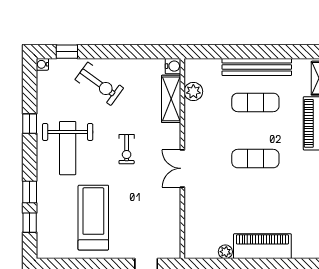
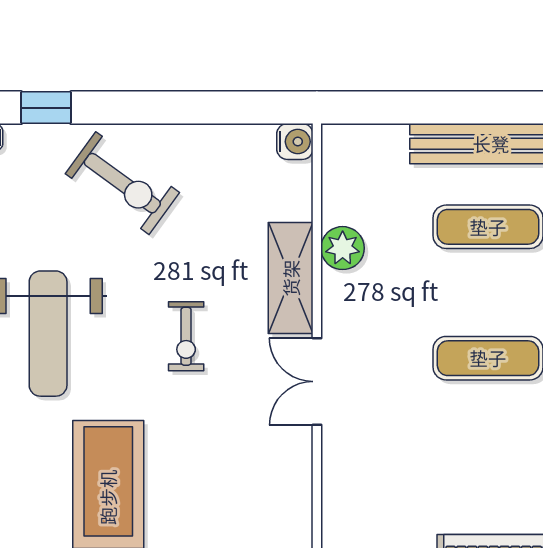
plant: (193, 91) -> (343, 248), moved
shelving: (171, 99) -> (291, 278), moved

